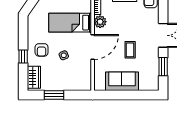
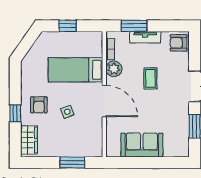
door: (93, 47) -> (104, 101), hinge flipped
coffee table: (130, 50) -> (150, 78), moved
window: (54, 95) -> (72, 163), moved

